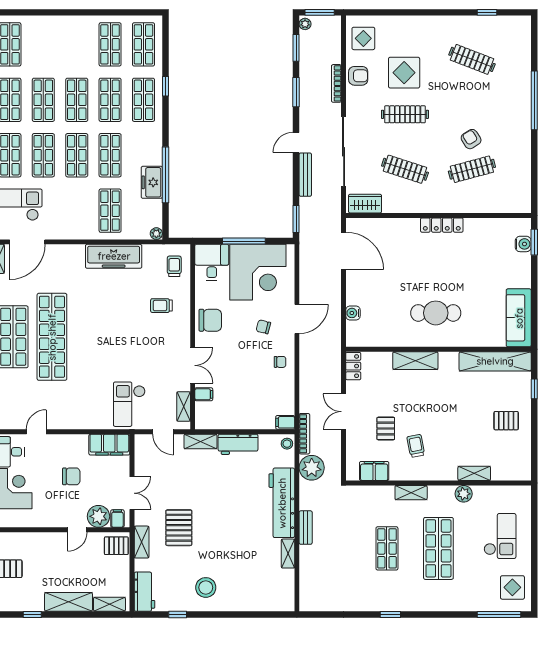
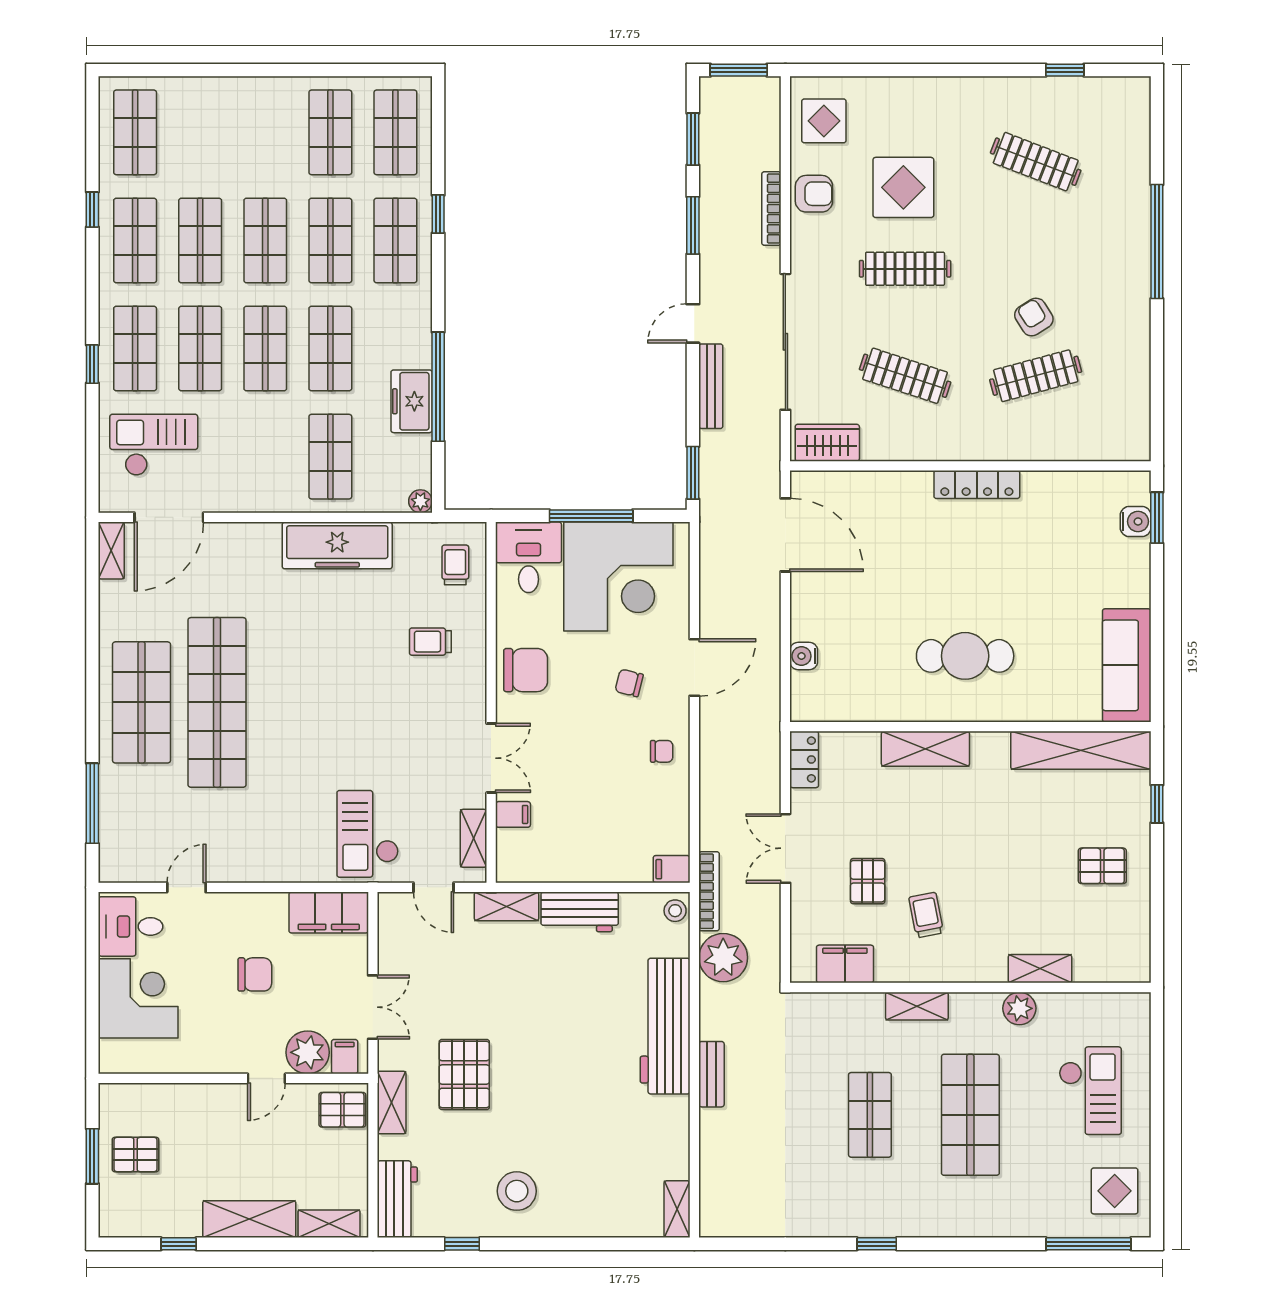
plant: (305, 24) -> (710, 93), removed
shelving: (288, 554) -> (677, 1209), moved

